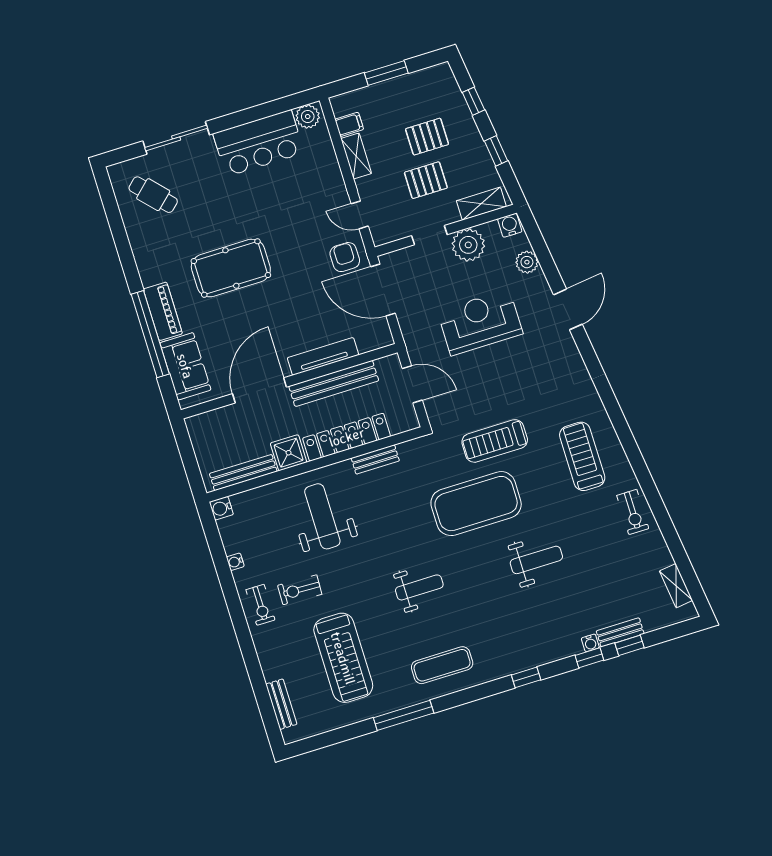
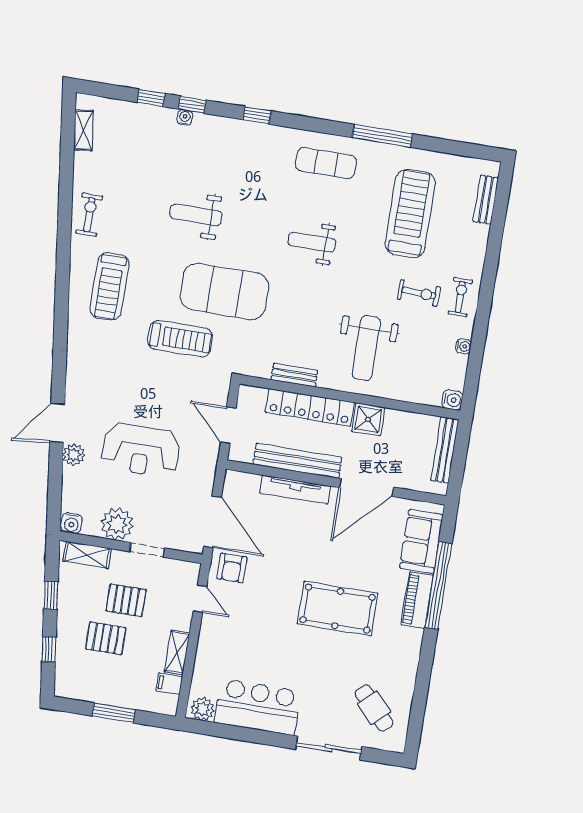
plant: (527, 262) -> (74, 455), moved
bench: (243, 473) -> (445, 450), moved, turned 90
bench: (620, 632) -> (154, 114), removed

